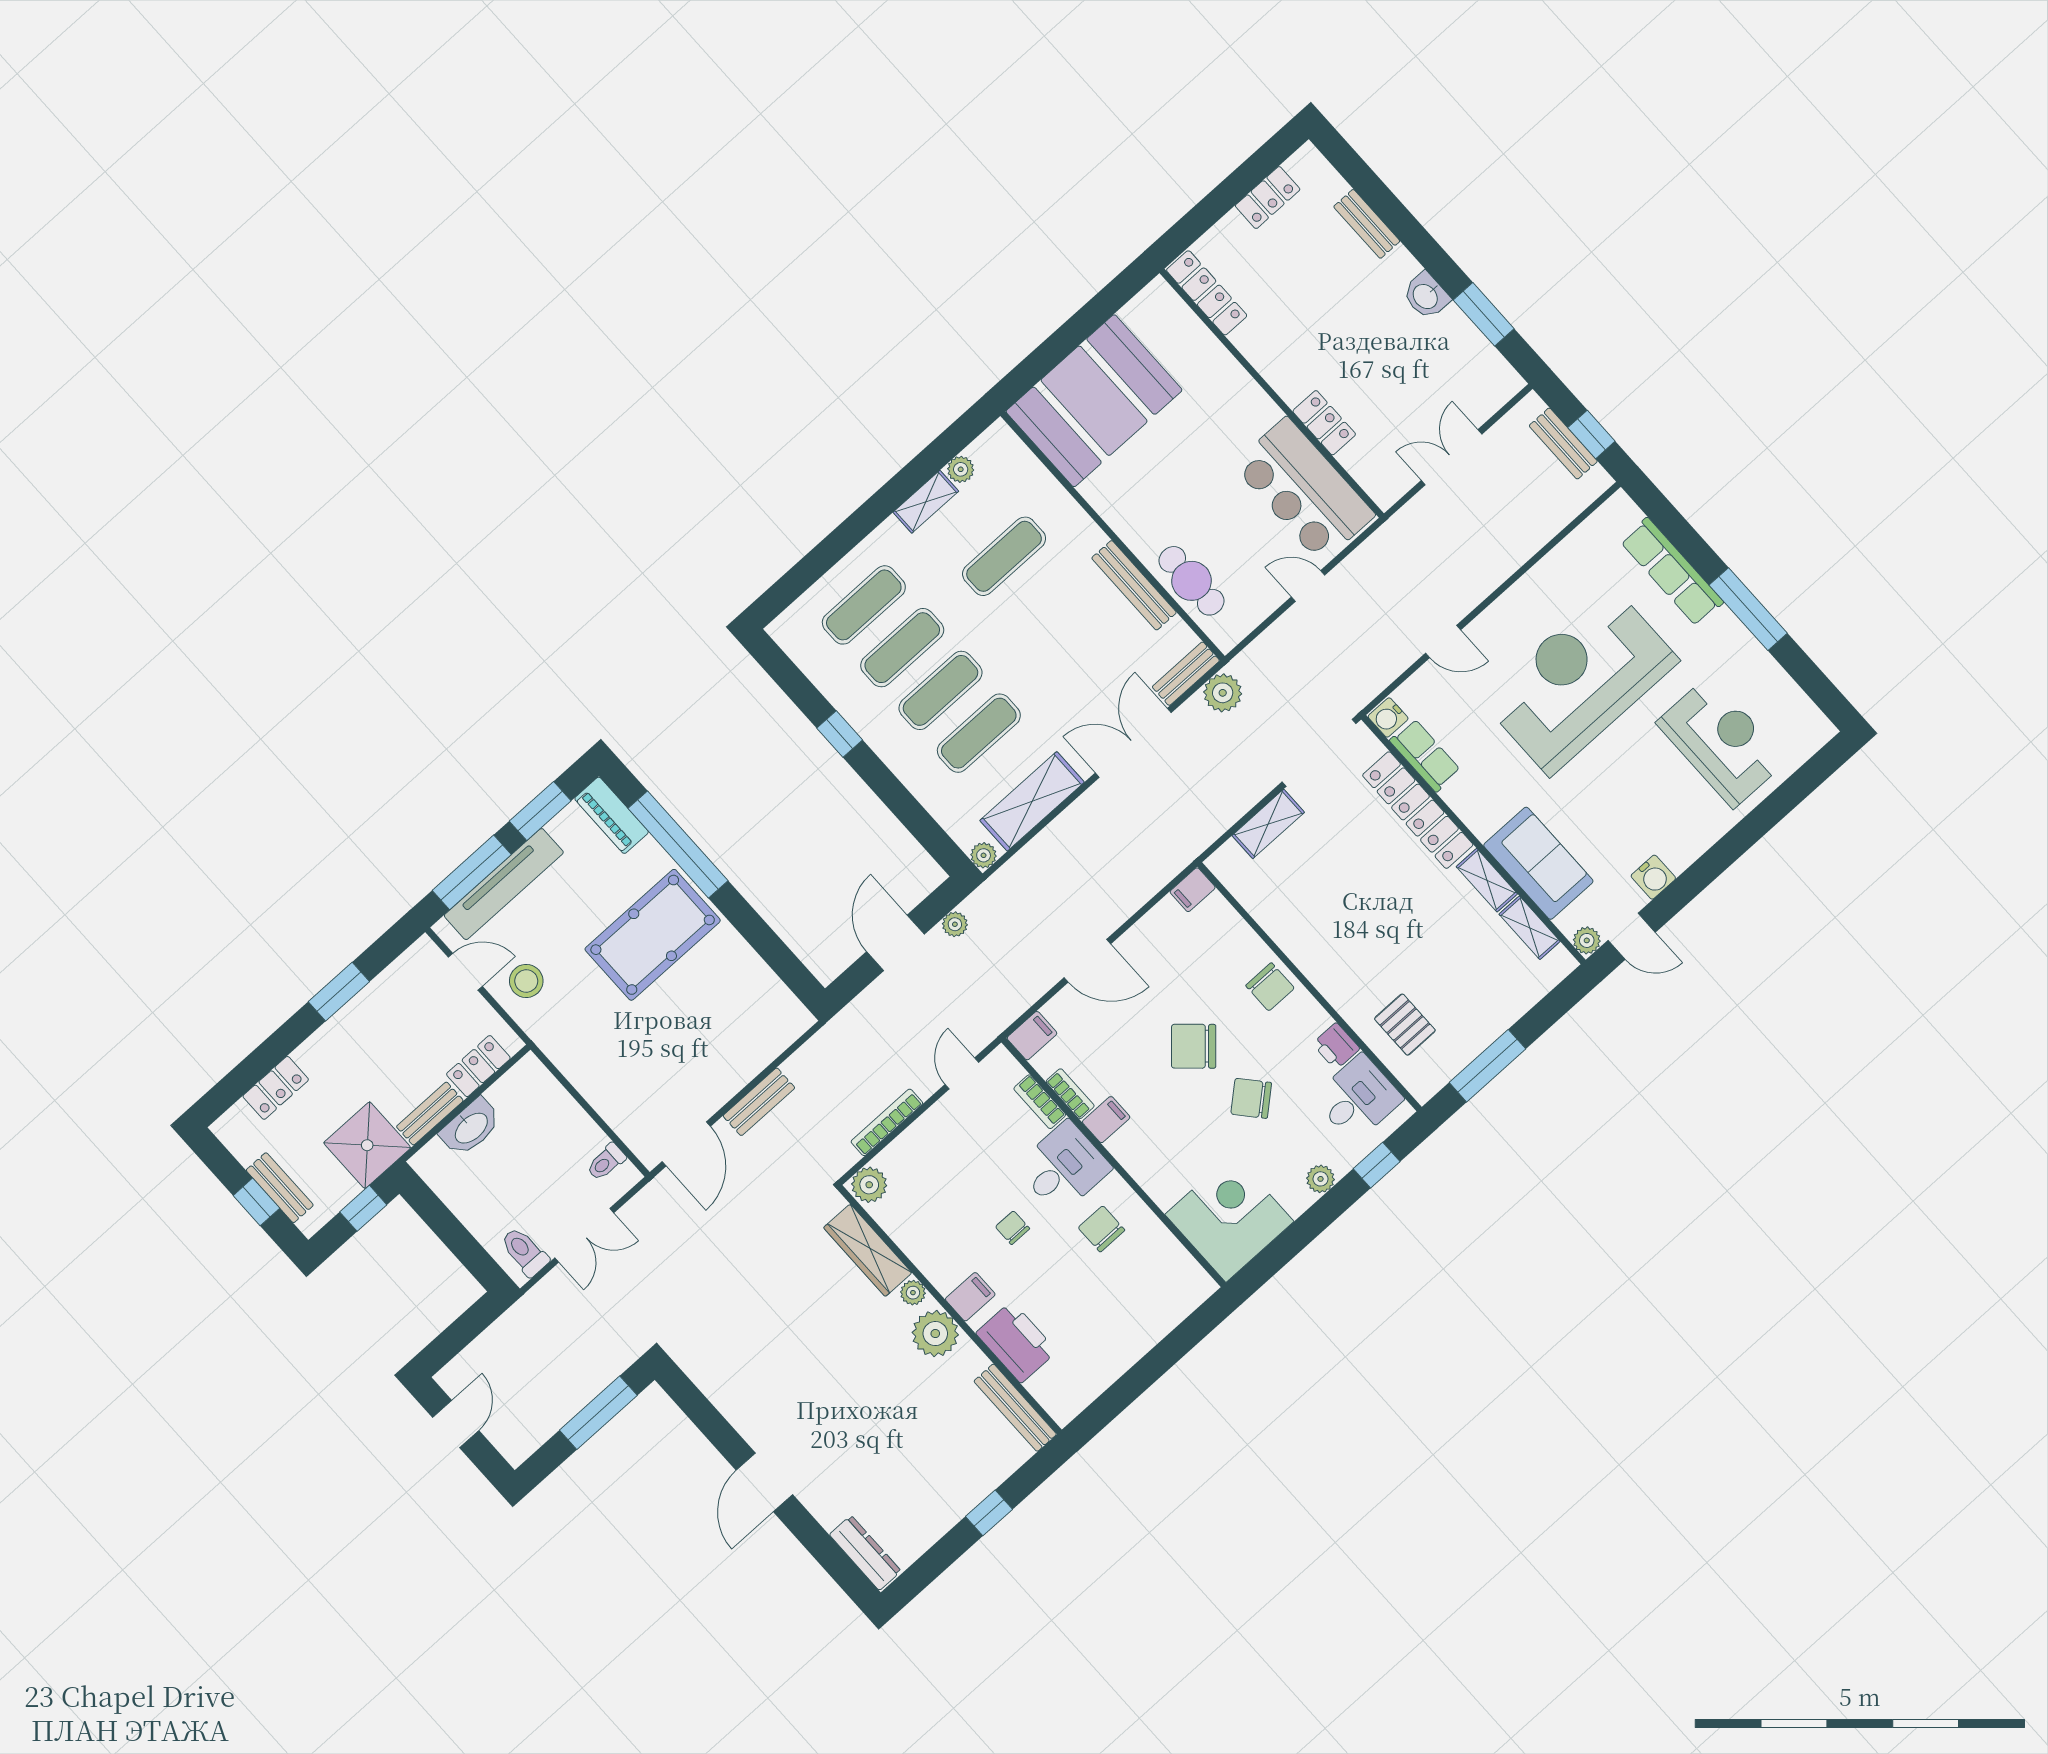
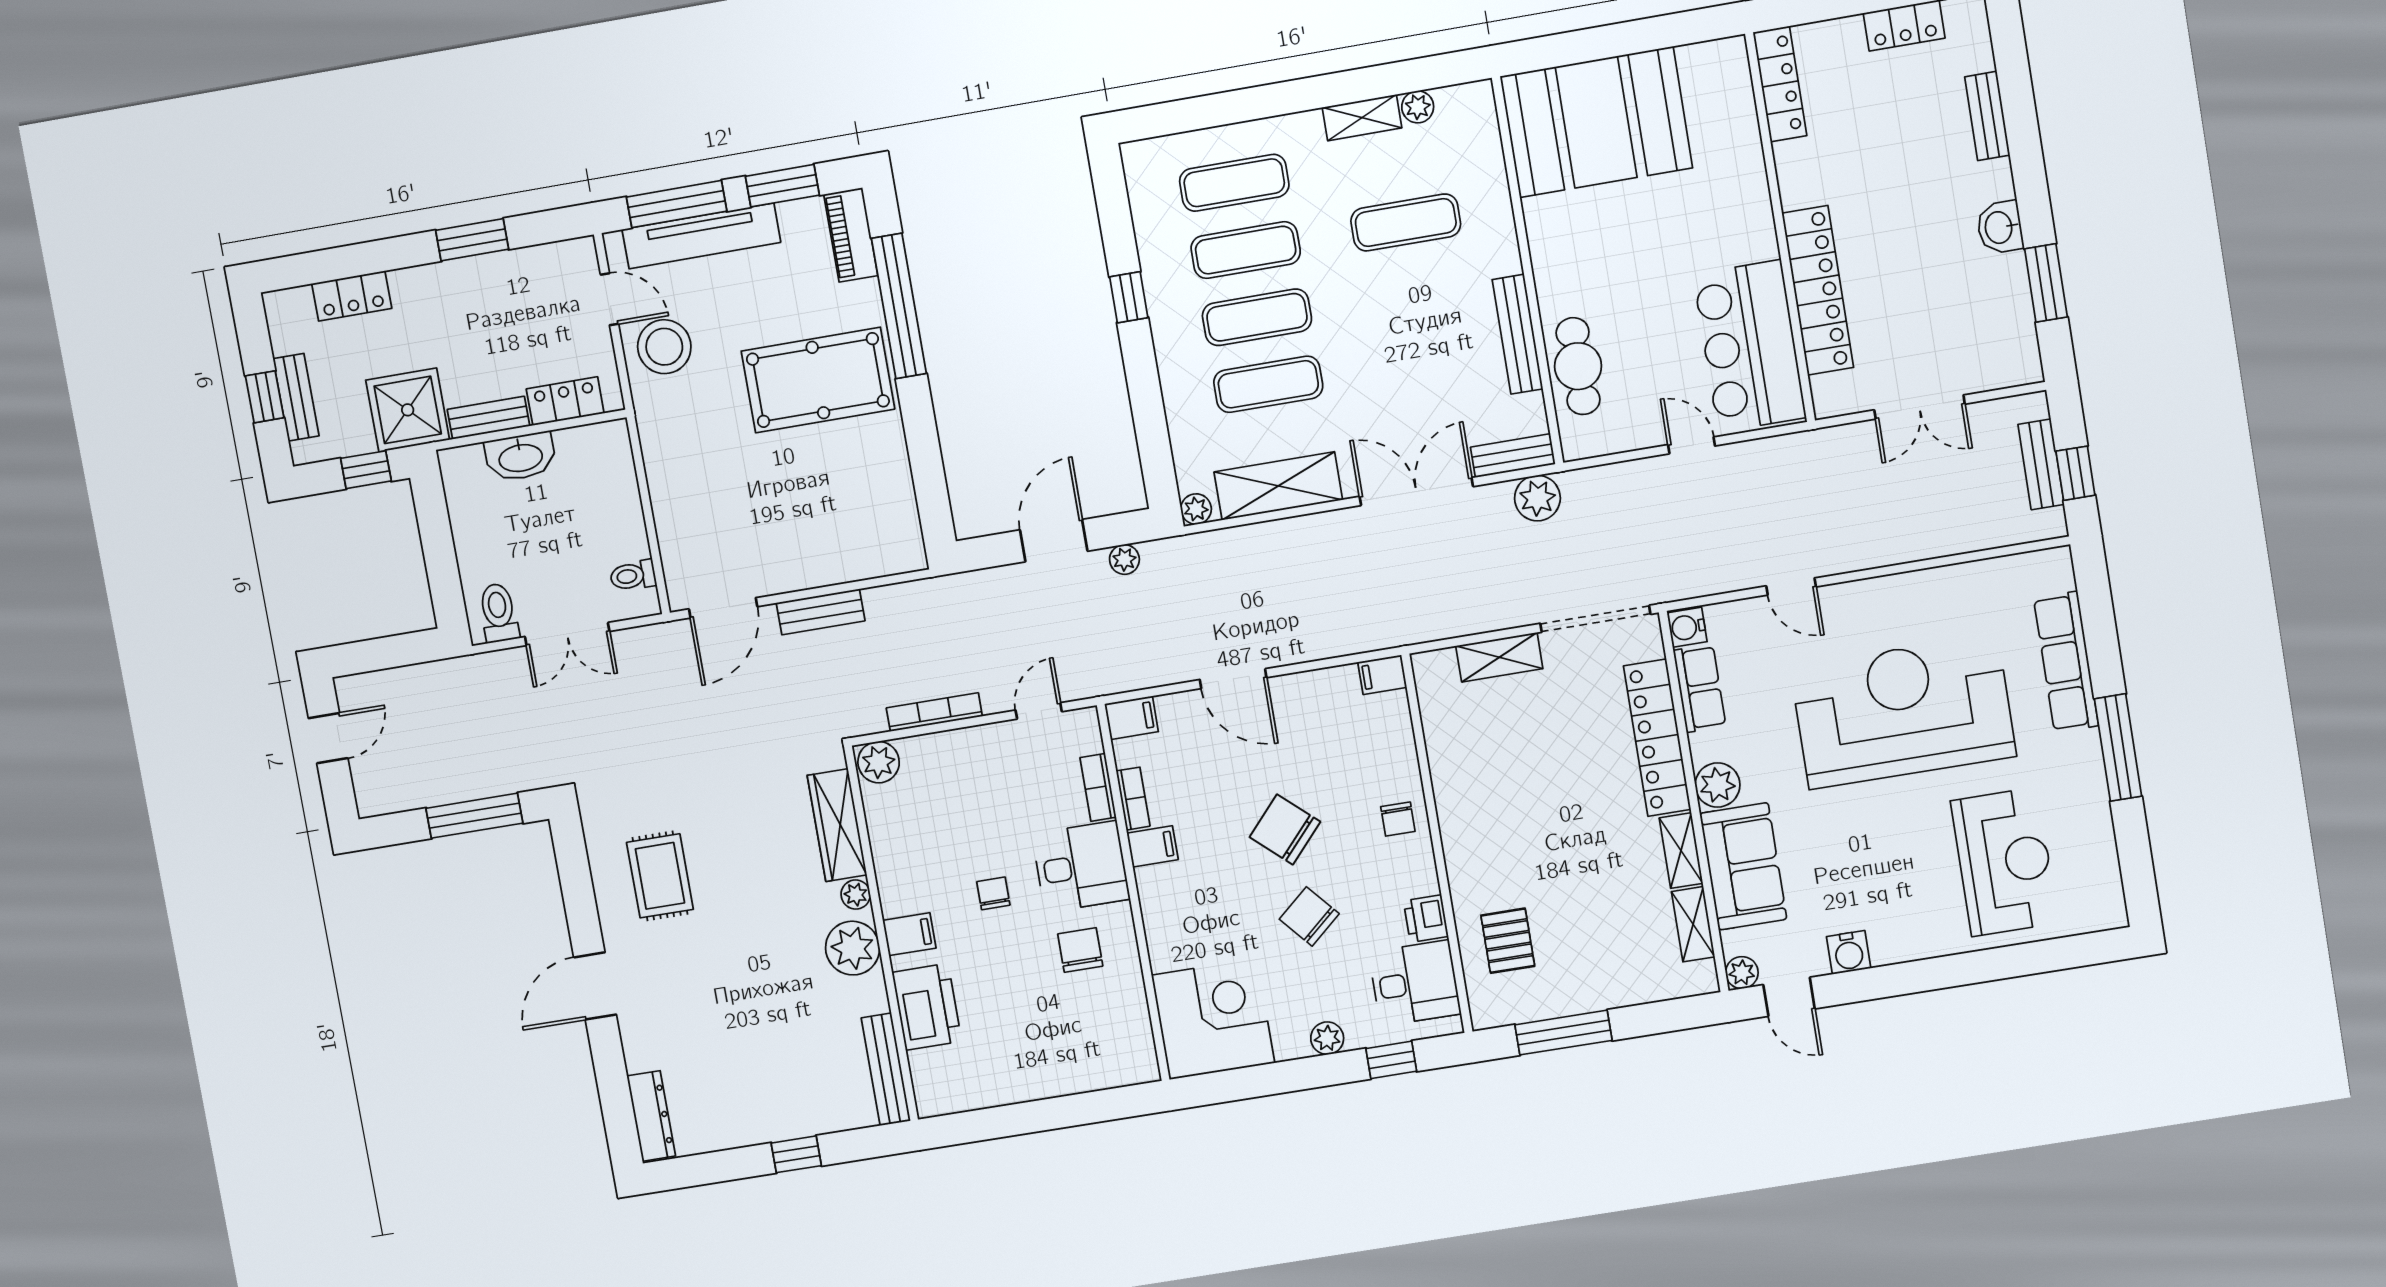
locker: (1324, 423) -> (1818, 290), width x2.16, depth x1.21
double door: (1452, 457) -> (1920, 407), swing flipped
plant: (1482, 817) -> (1718, 785), added
stool: (526, 981) -> (664, 347), width x1.38, depth x1.38
chair: (1270, 987) -> (1398, 819), width x0.73, depth x0.73
rug: (762, 1370) -> (660, 876), added

